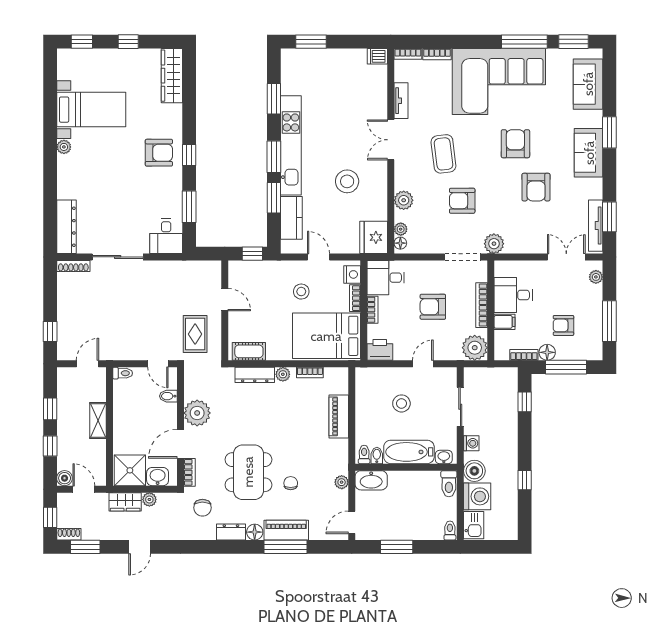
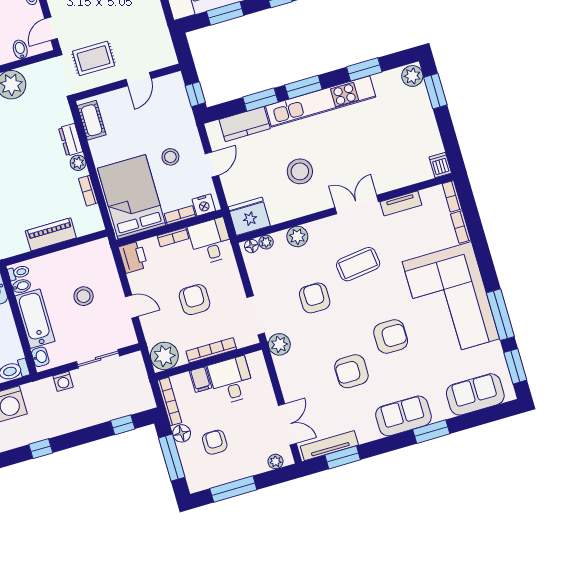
plant: (292, 58) -> (412, 76), added
bookcase: (524, 355) -> (169, 401), width x1.56
dresser: (255, 375) -> (71, 140), width x0.70
boiler: (474, 471) -> (35, 393), removed

